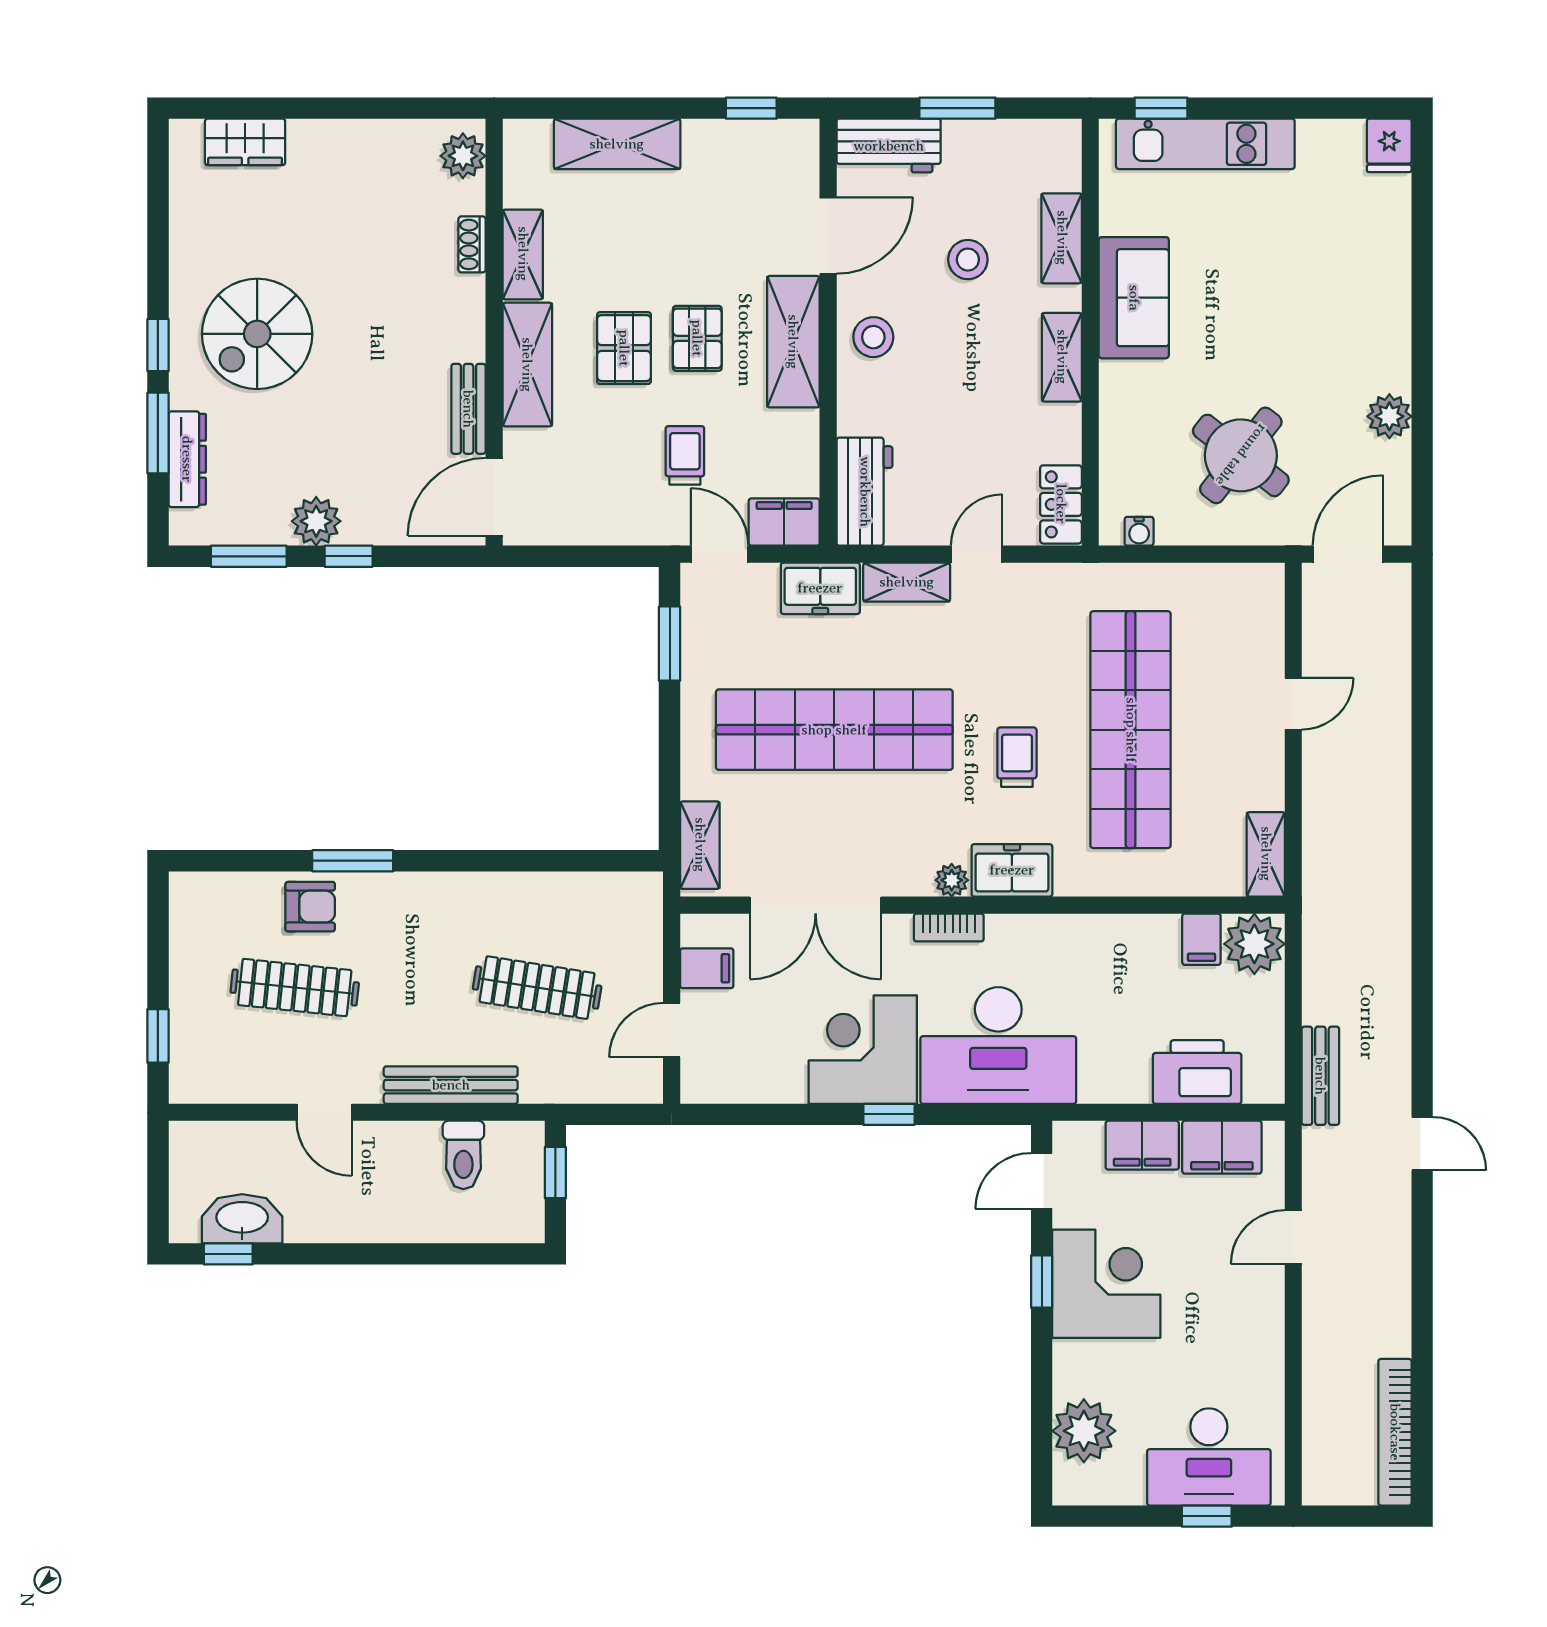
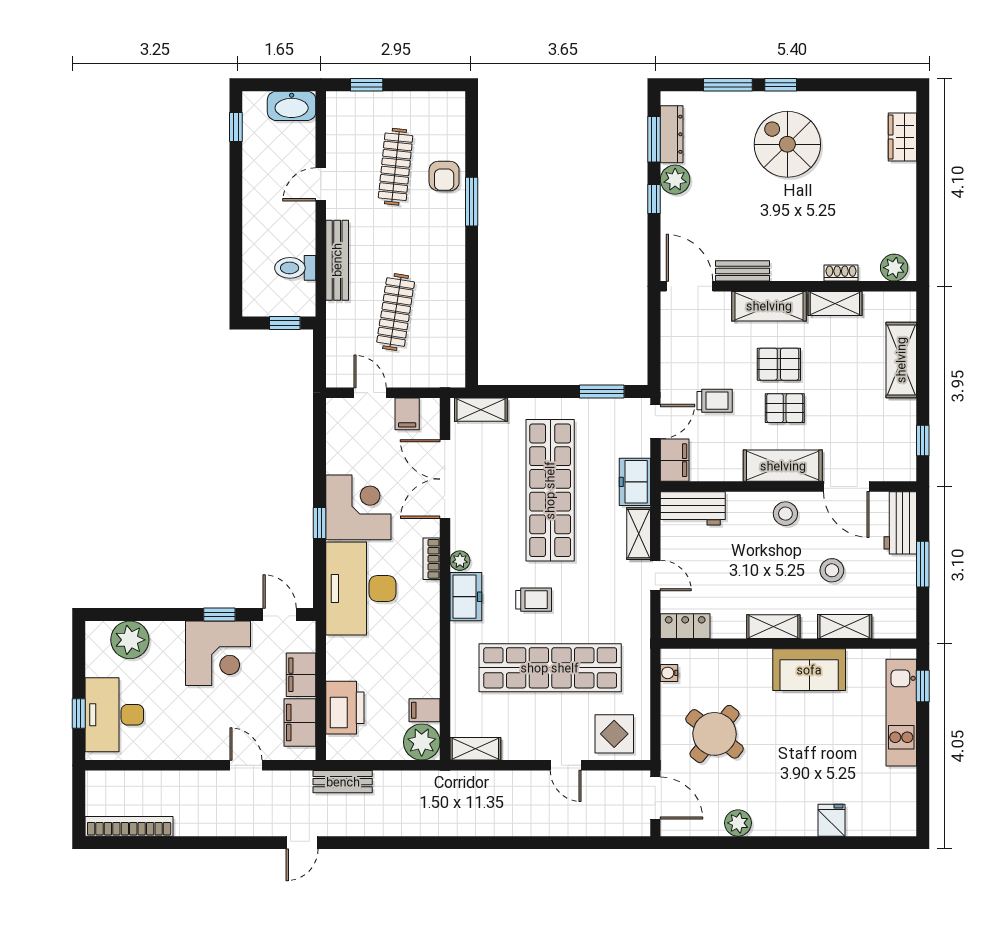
fridge: (1389, 145) -> (832, 820), moved, turned 90
dresser: (187, 459) -> (672, 134), moved, turned -90
display table: (1241, 623) -> (614, 734), added
washbasin: (242, 1219) -> (292, 106), moved, turned 90

